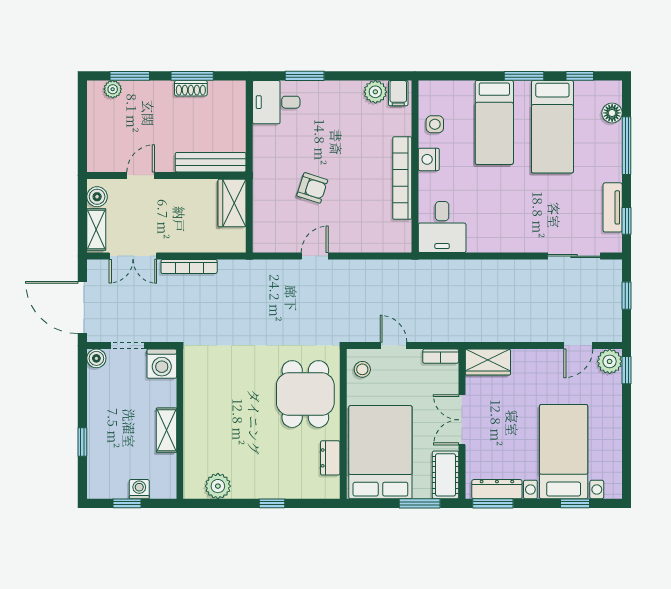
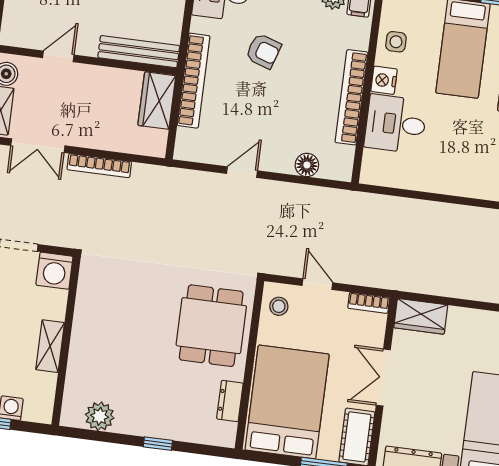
bookcase: (262, 181) -> (194, 81), added
armchair: (312, 188) -> (263, 51), moved
desk: (442, 227) -> (396, 124), moved, turned 90
floor lamp: (371, 242) -> (307, 165), added

